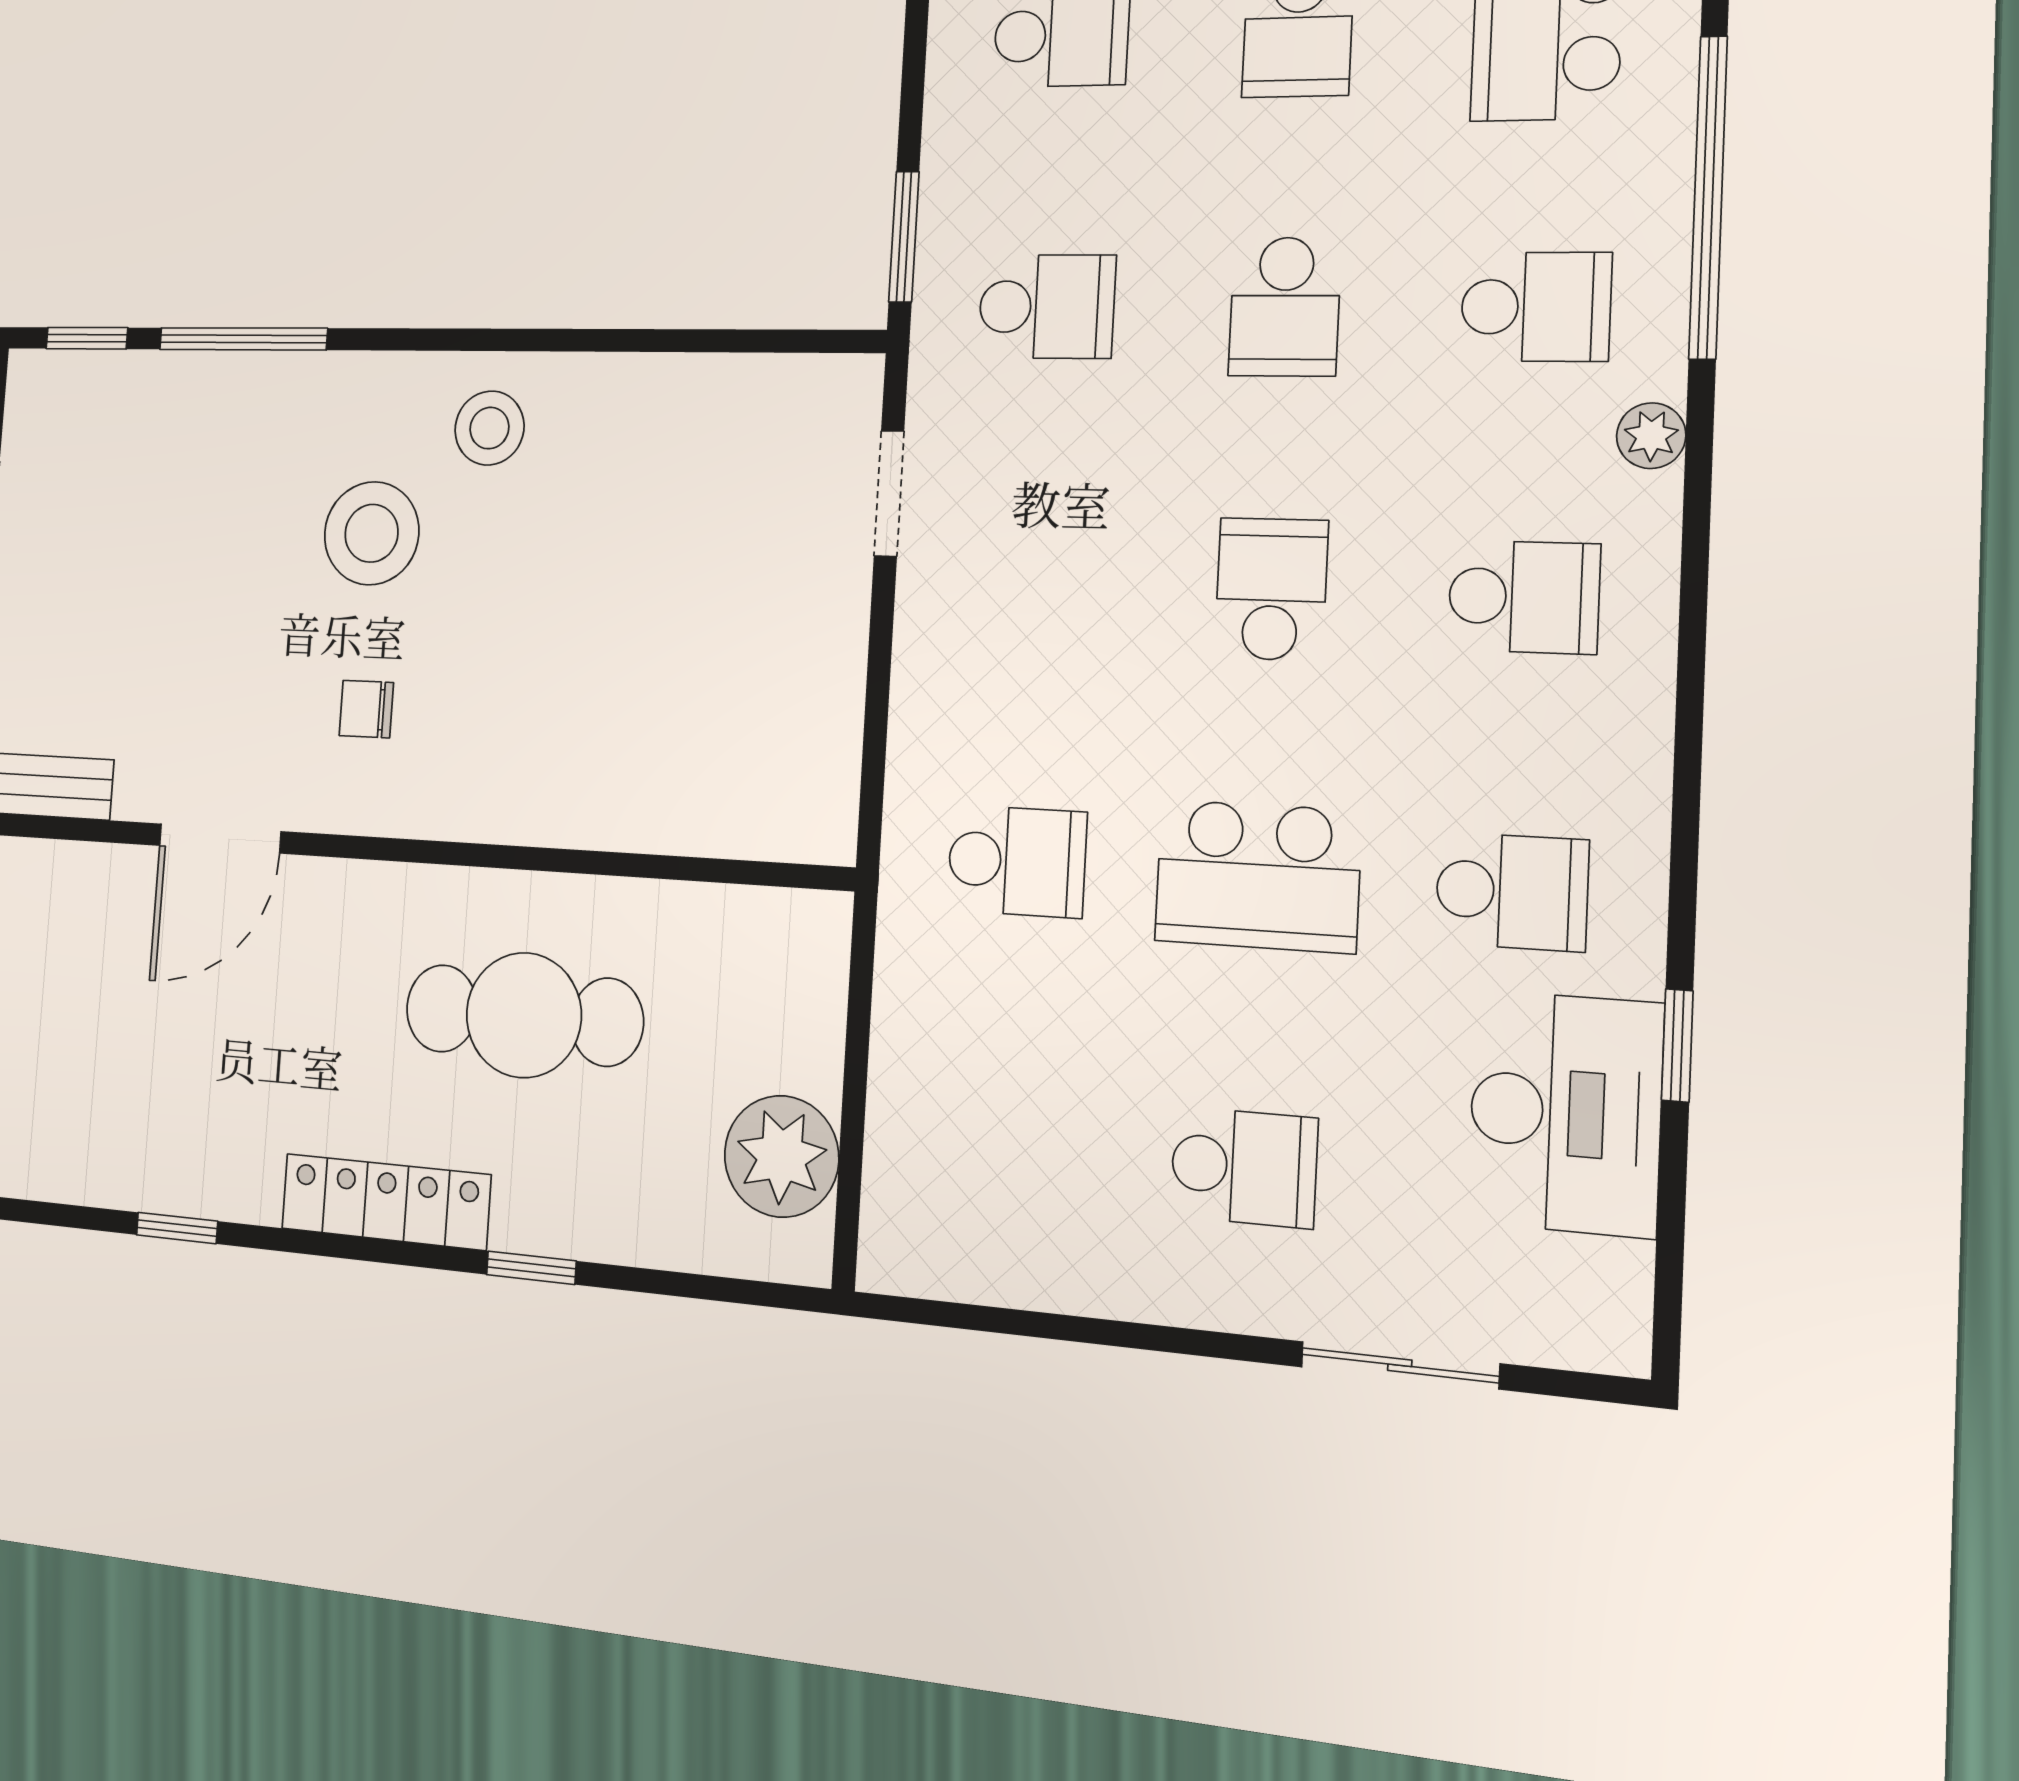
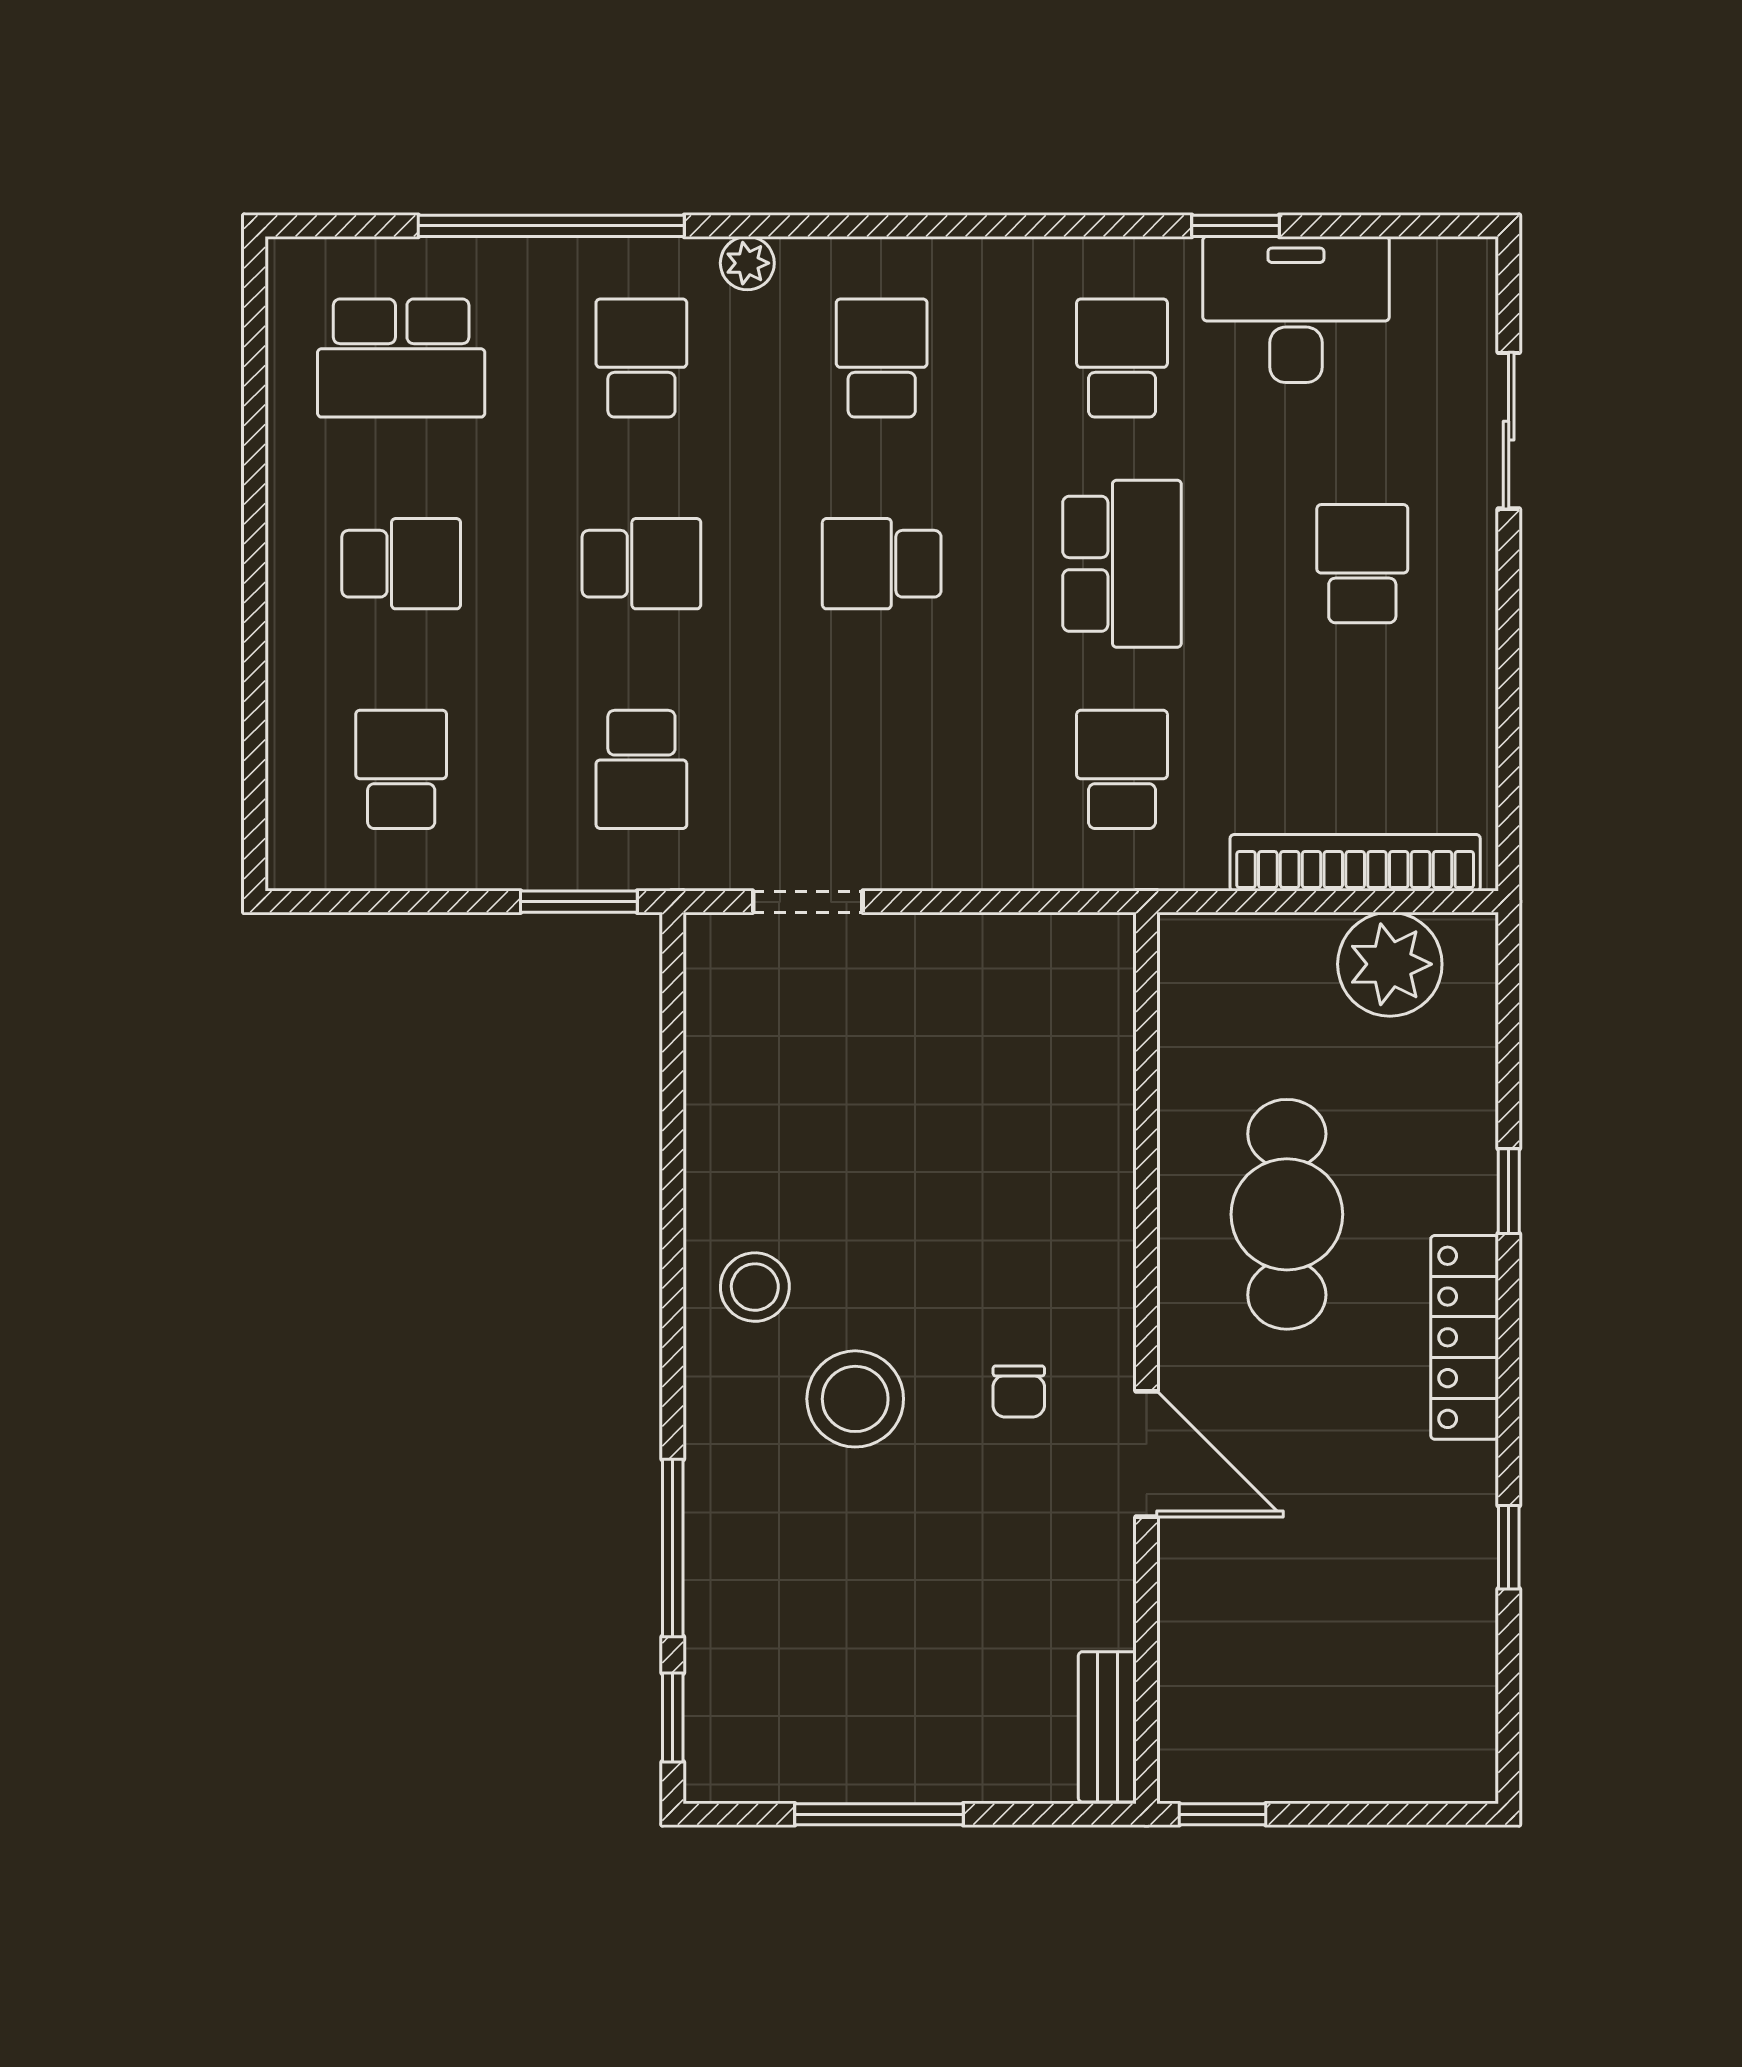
school desk: (1047, 307) -> (641, 769), turned 180
door: (220, 839) -> (1146, 1454), moved
bookcase: (896, 1126) -> (1355, 863), added

